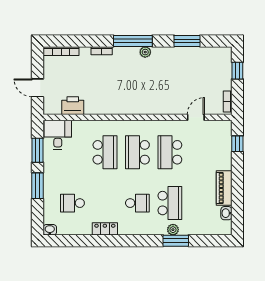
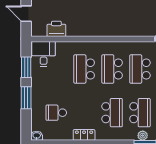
school desk: (105, 152) -> (84, 69), turned 180
school desk: (137, 203) -> (112, 113), width x1.85

